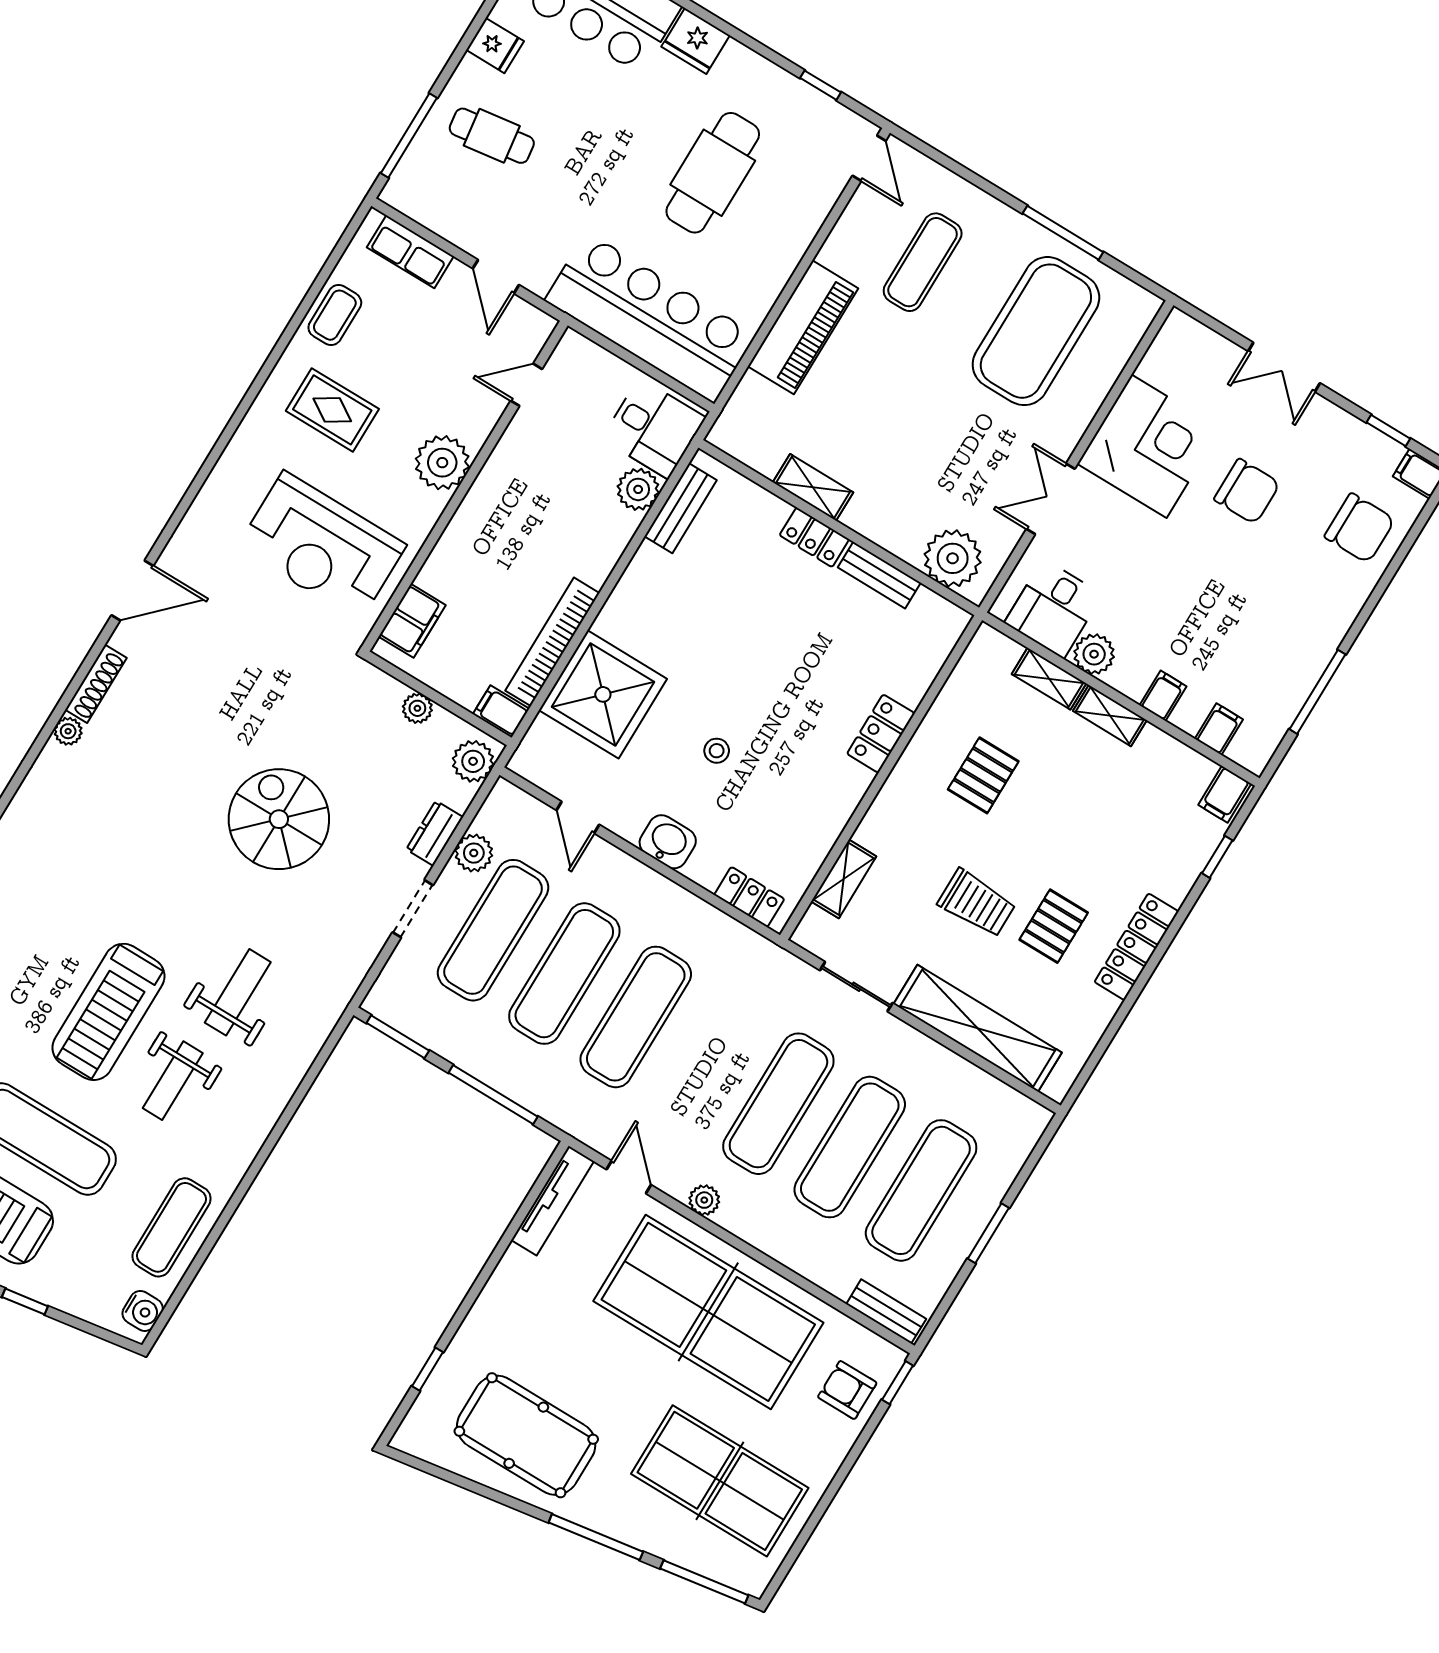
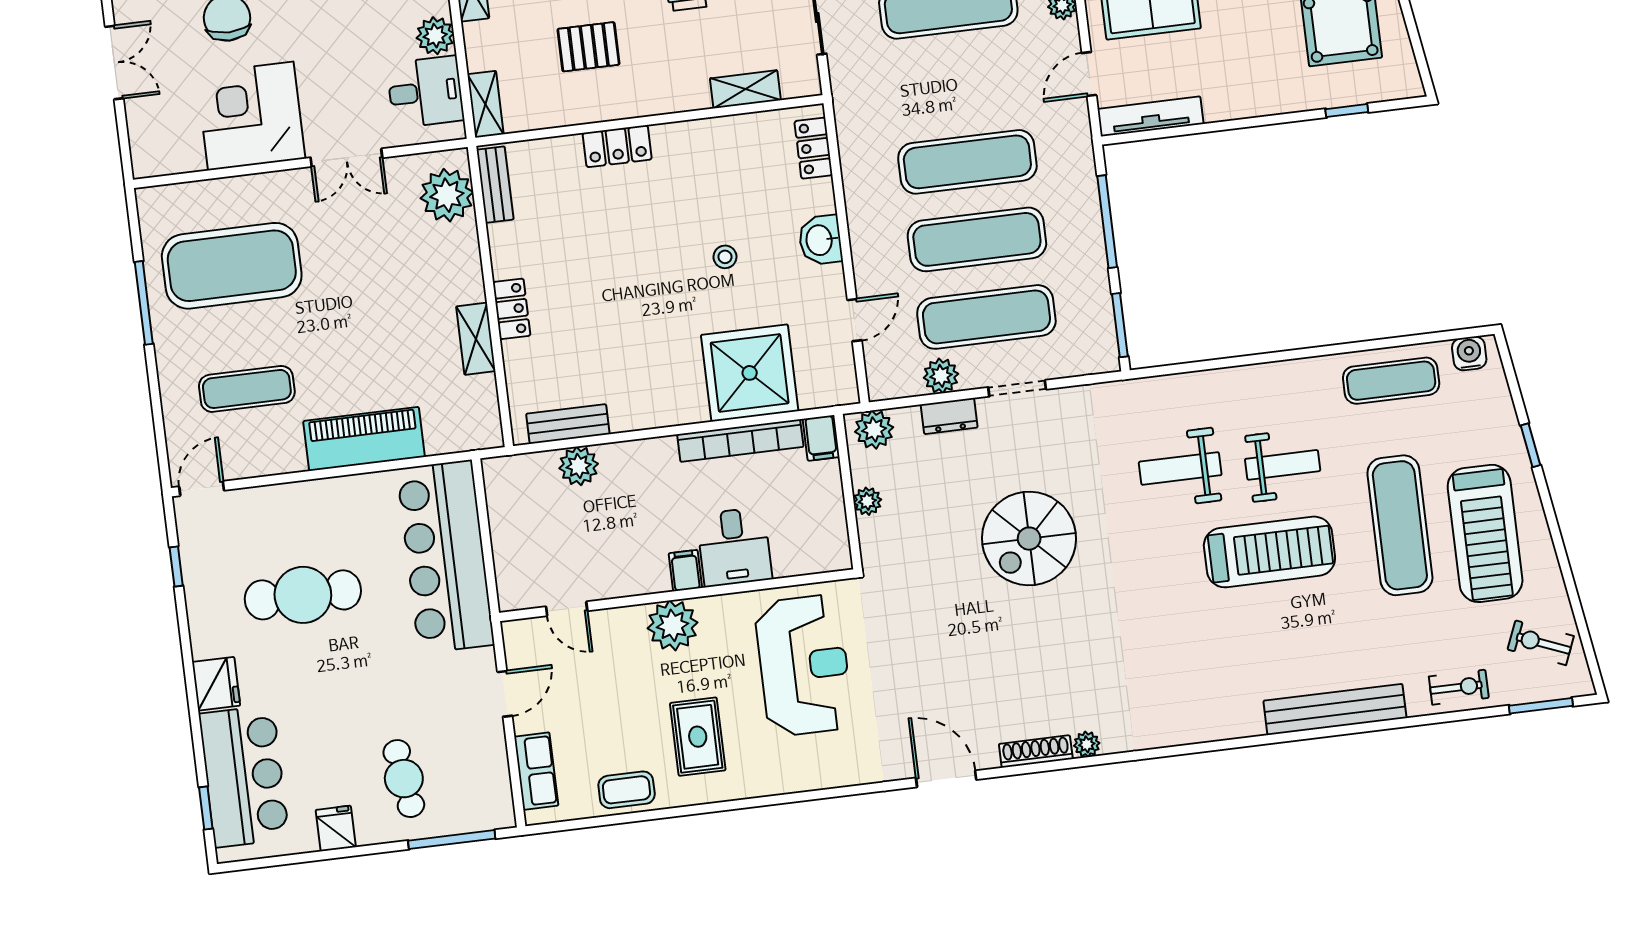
desk: (654, 428) -> (734, 547), moved, turned 180
bench: (879, 575) -> (495, 185), moved
filing cabinet: (412, 621) -> (685, 571), moved, width x0.50
shelving: (1049, 679) -> (485, 104), moved

